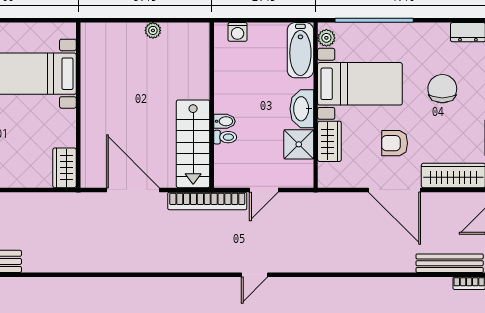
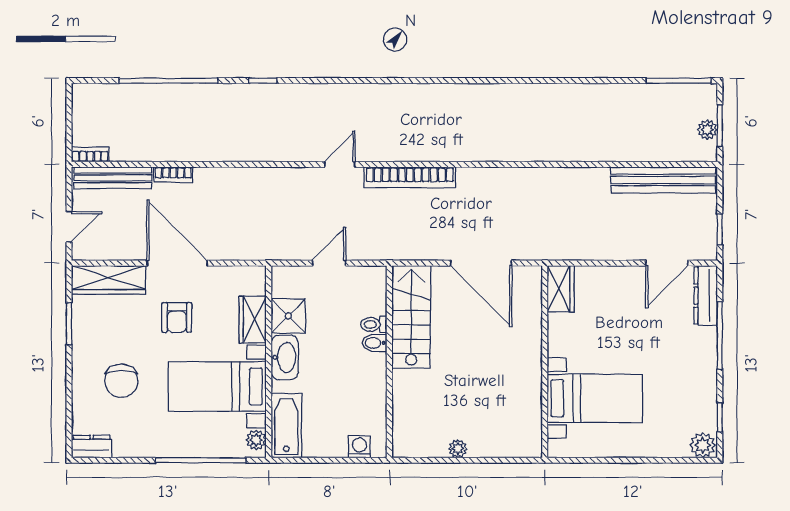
armchair: (395, 143) -> (177, 317), turned 90
bookcase: (207, 201) -> (410, 177), moved, turned 180
bookcase: (398, 266) -> (173, 175), added

